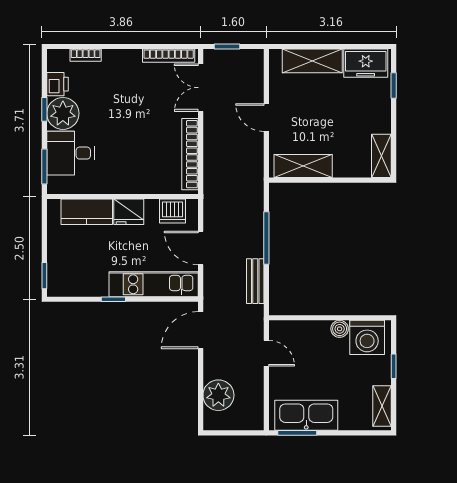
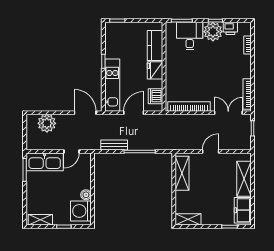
kitchen sink: (306, 415) -> (45, 162), moved, turned 90

